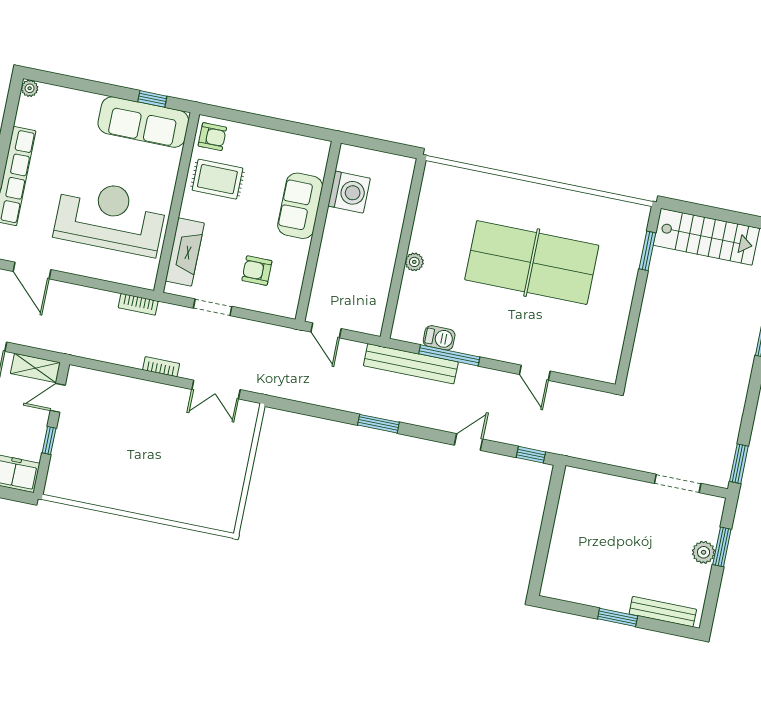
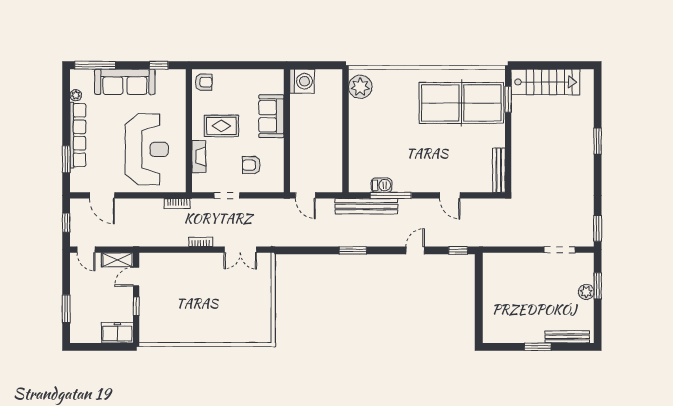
window: (61, 80) -> (95, 65), added
plant: (30, 88) -> (76, 95), moved
sofa: (143, 122) -> (125, 82), moved
rug: (217, 179) -> (221, 126), moved
washing machine: (349, 192) -> (302, 81), moved
reception desk: (110, 217) -> (147, 149), turned 90
fireplace: (185, 252) -> (199, 157), width x0.73, depth x0.76
plant: (414, 262) -> (360, 87), moved, width x1.87, depth x1.87
table tennis table: (532, 263) -> (461, 103), moved
bench: (613, 351) -> (499, 170), added

